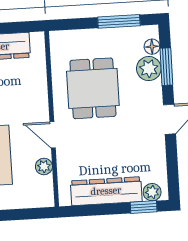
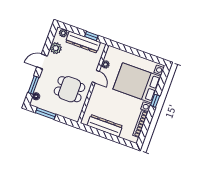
plant: (149, 69) -> (56, 48), moved
dining table: (93, 88) -> (70, 89), turned 90
window: (144, 207) -> (91, 36), moved

